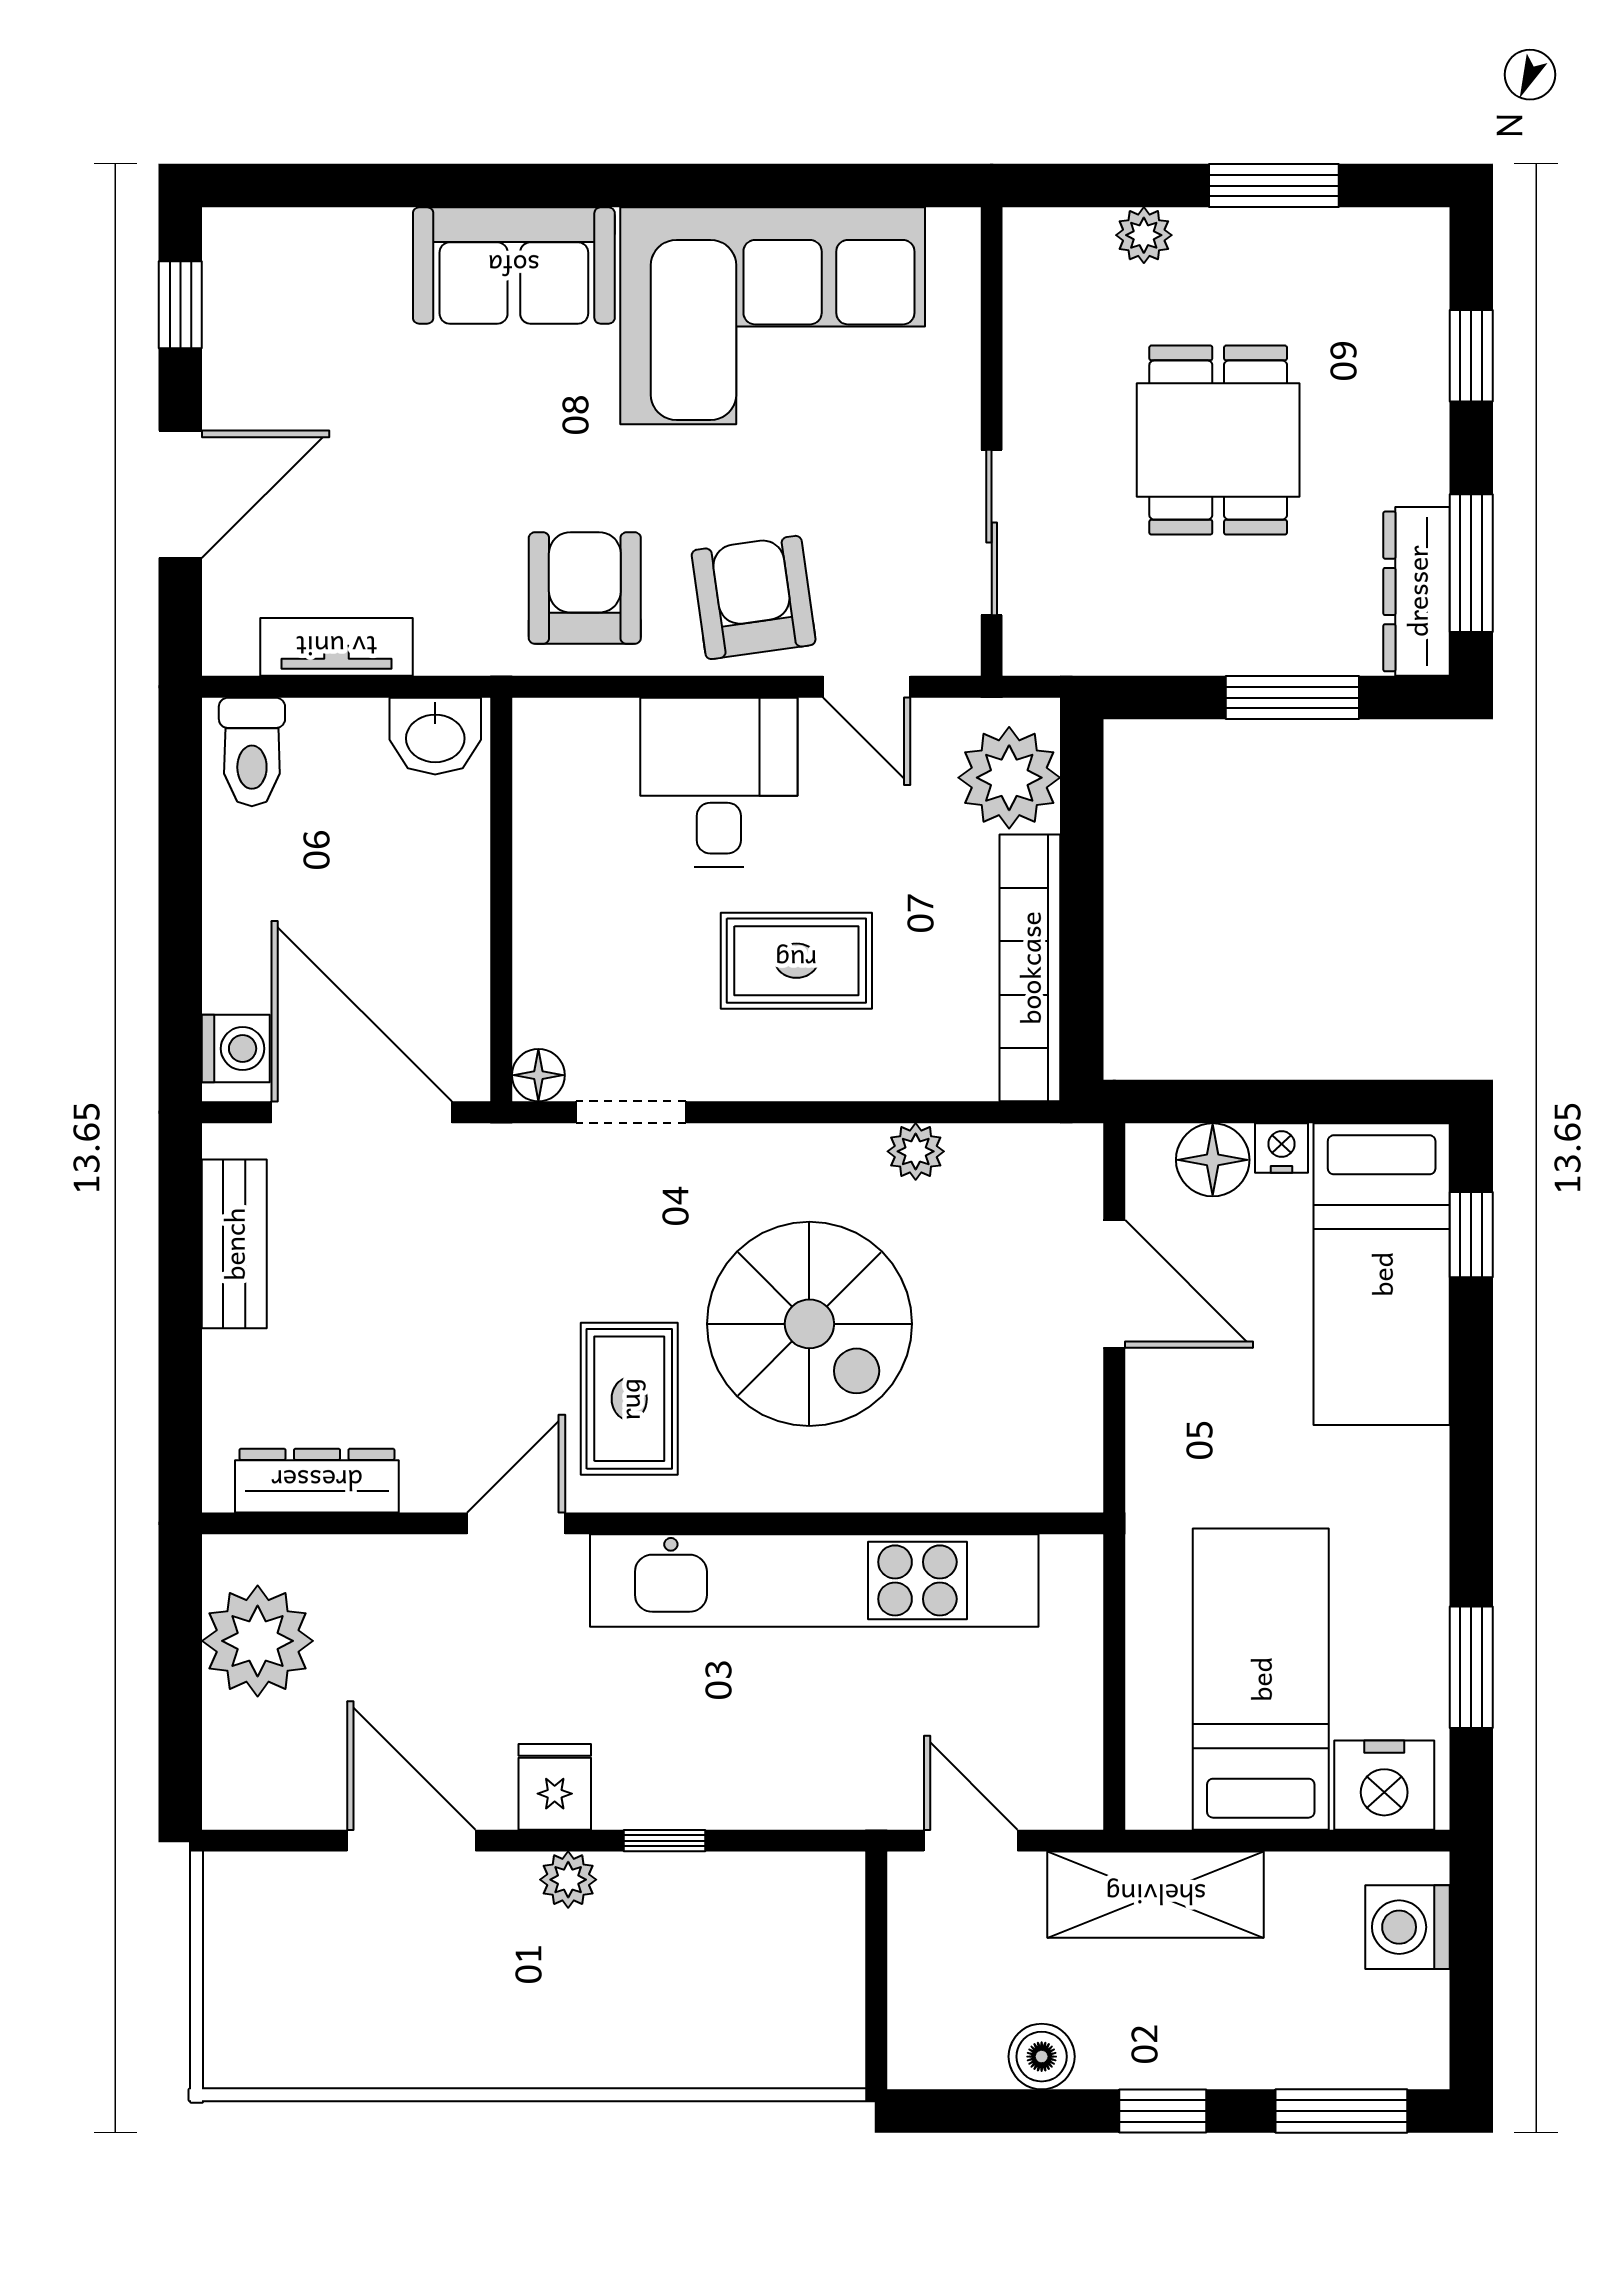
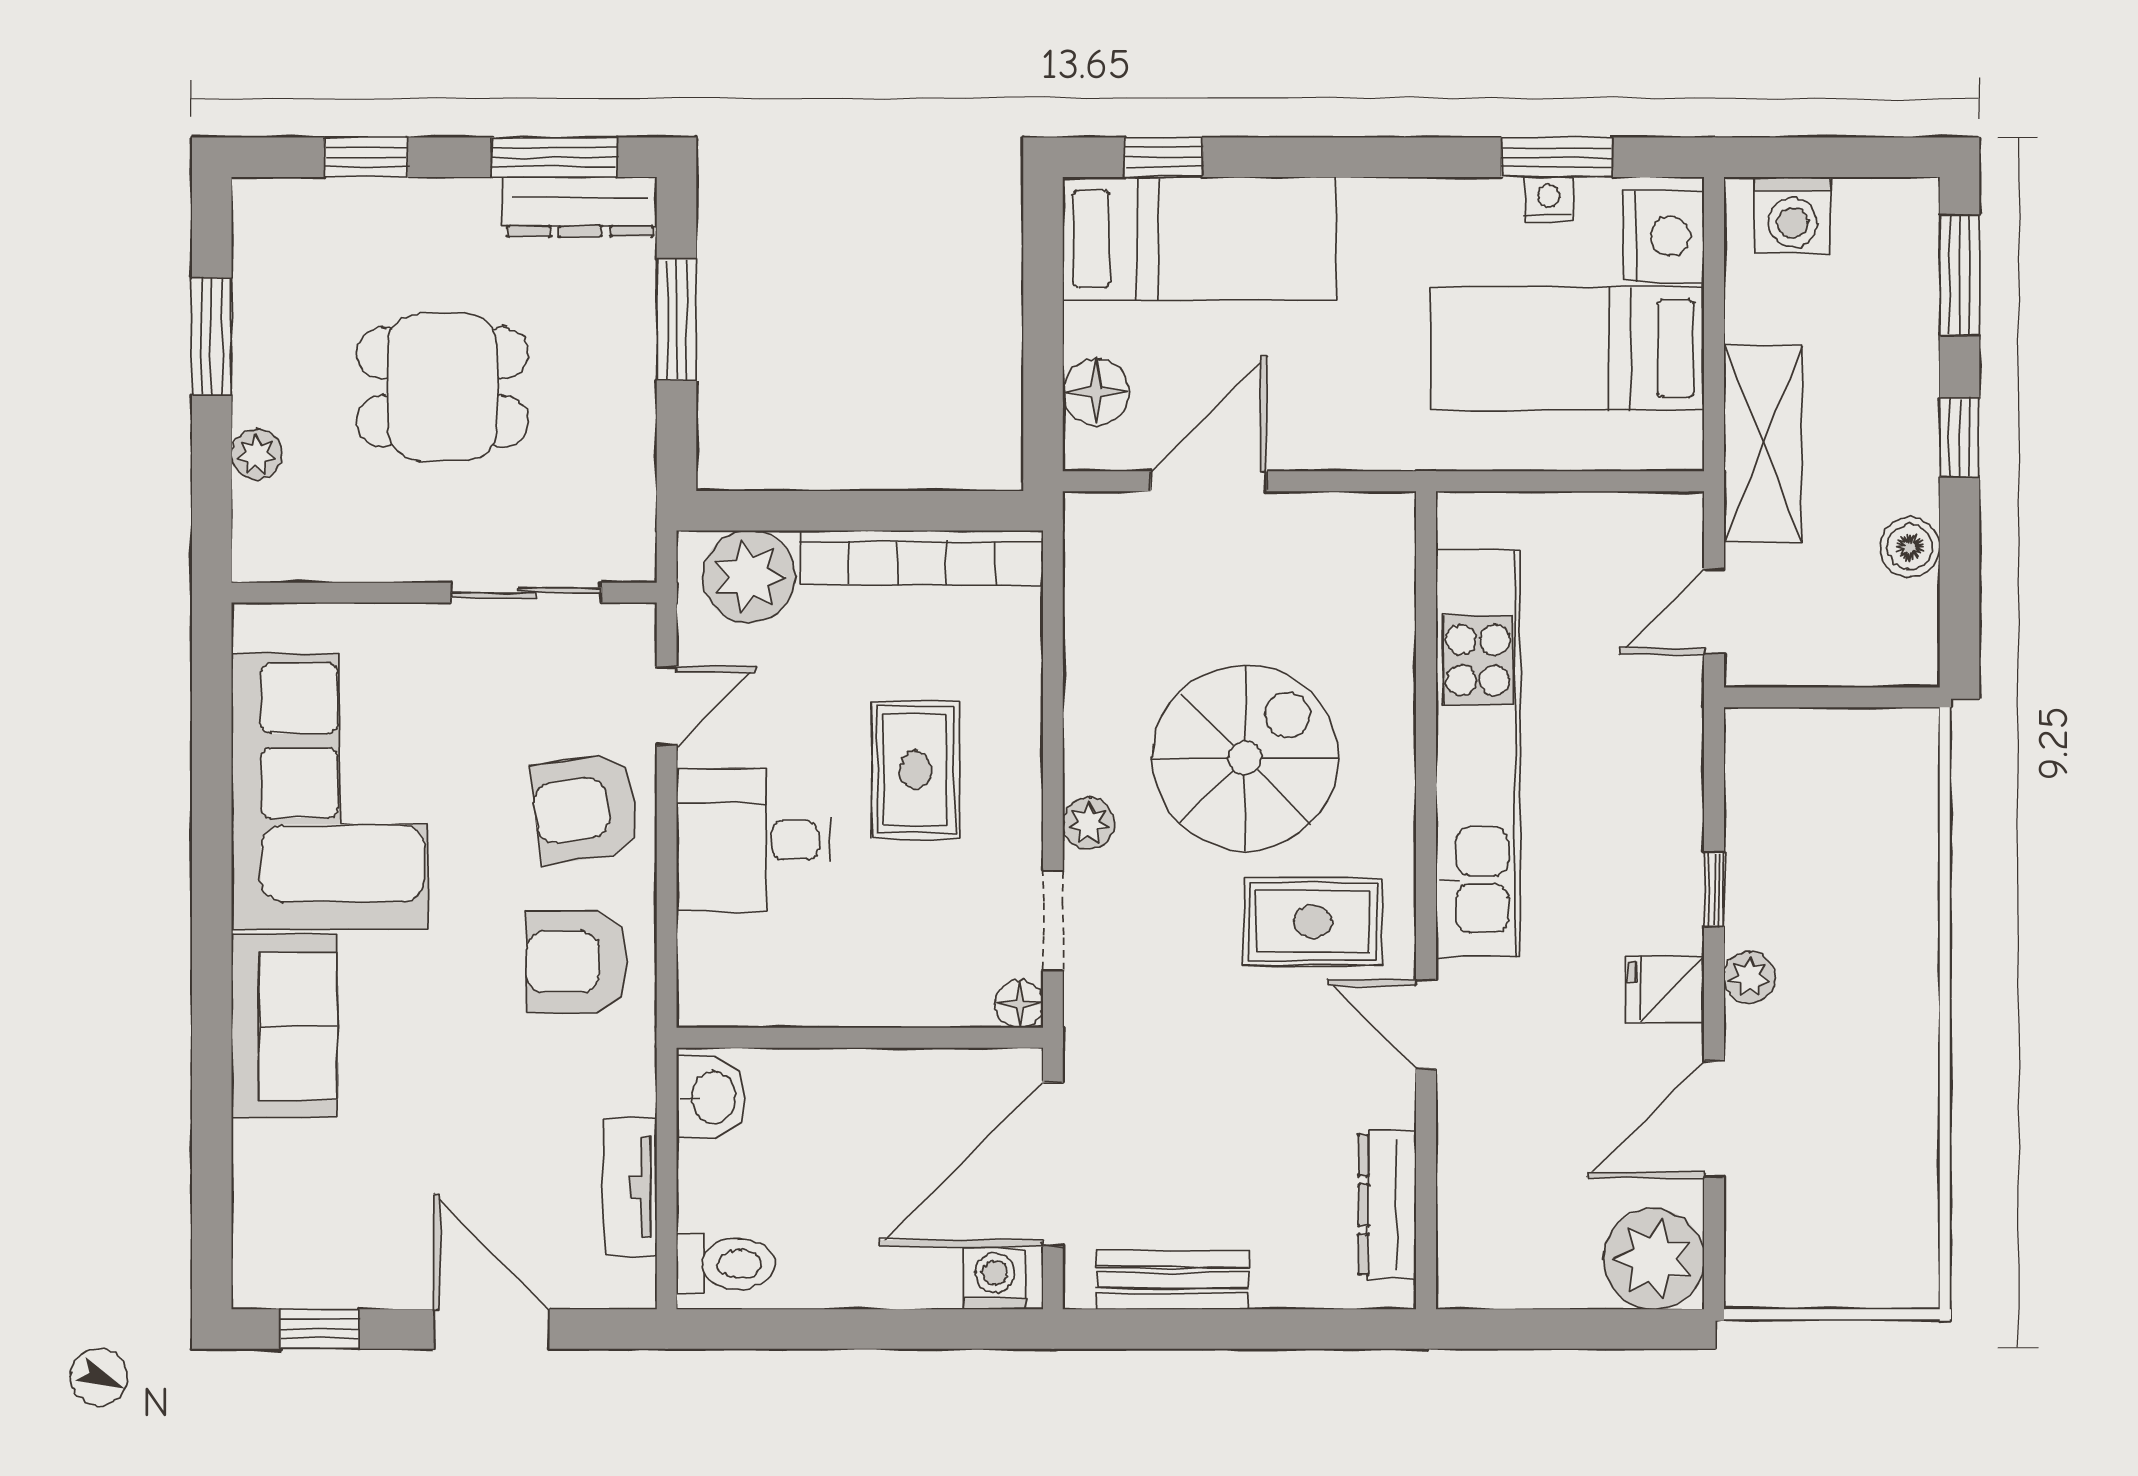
nightstand: (1282, 1148) -> (1549, 199), moved, turned 90
plant: (916, 1151) -> (1088, 823), moved
plant: (258, 1641) -> (1654, 1259), moved

